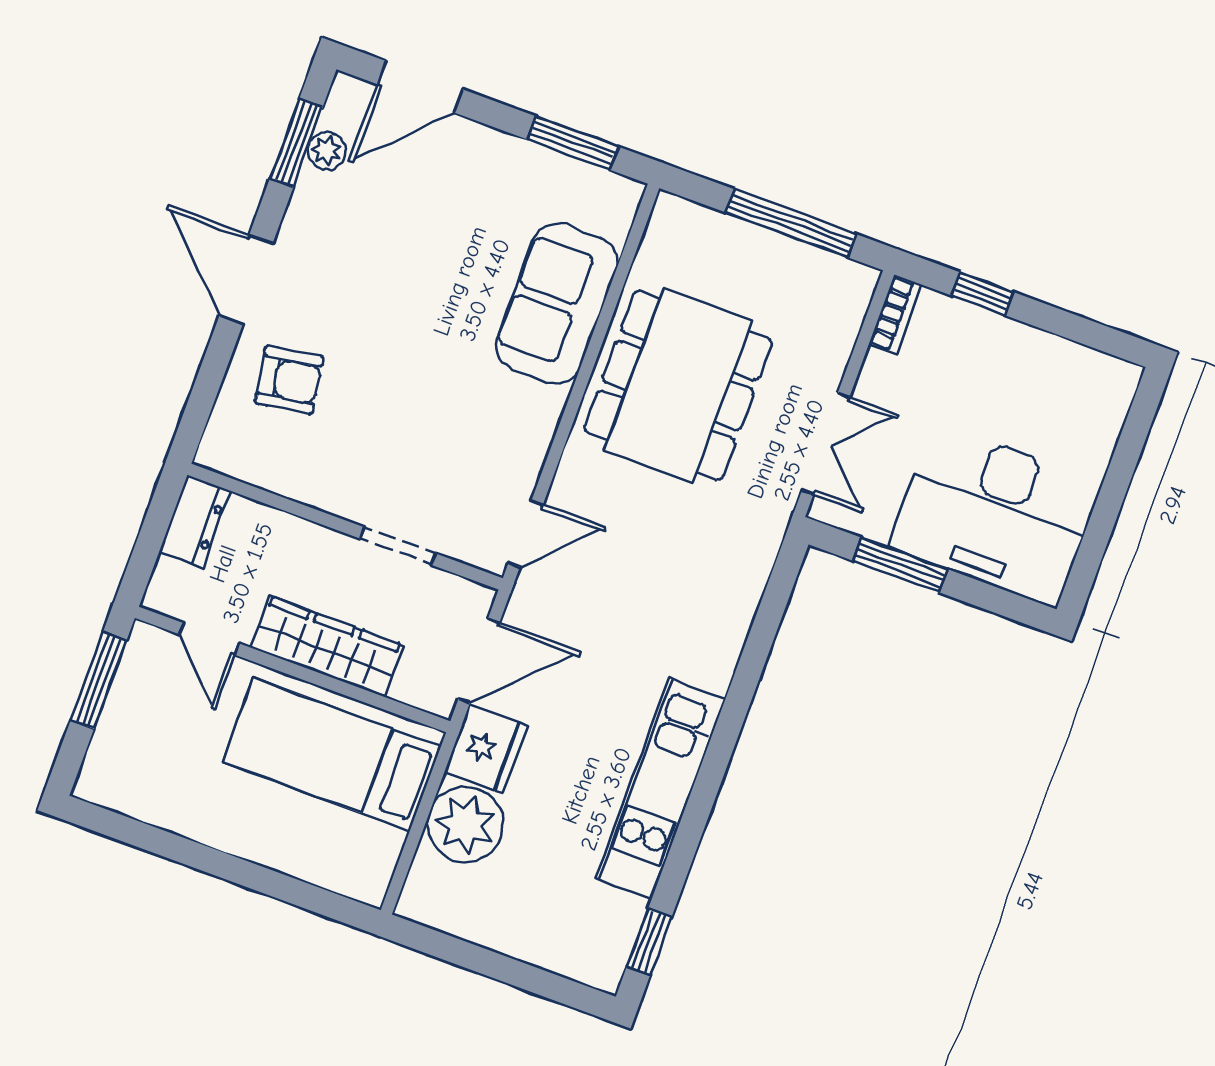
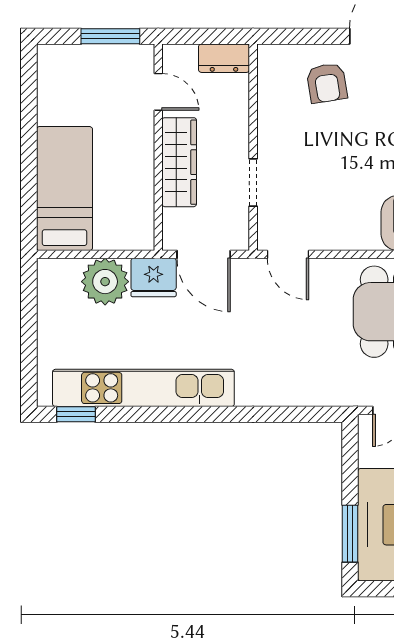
window: (900, 565) -> (350, 534), moved
door: (209, 639) -> (158, 92), swing flipped
bed: (332, 755) -> (64, 189), moved
kitchen unit: (660, 789) -> (143, 388), width x1.36

